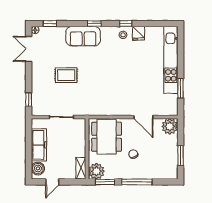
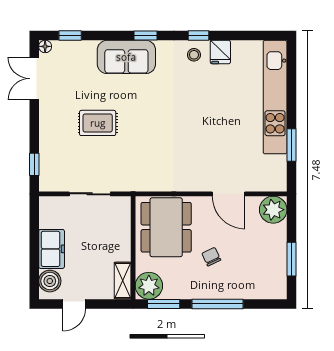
freezer: (39, 145) -> (52, 249), width x0.71

